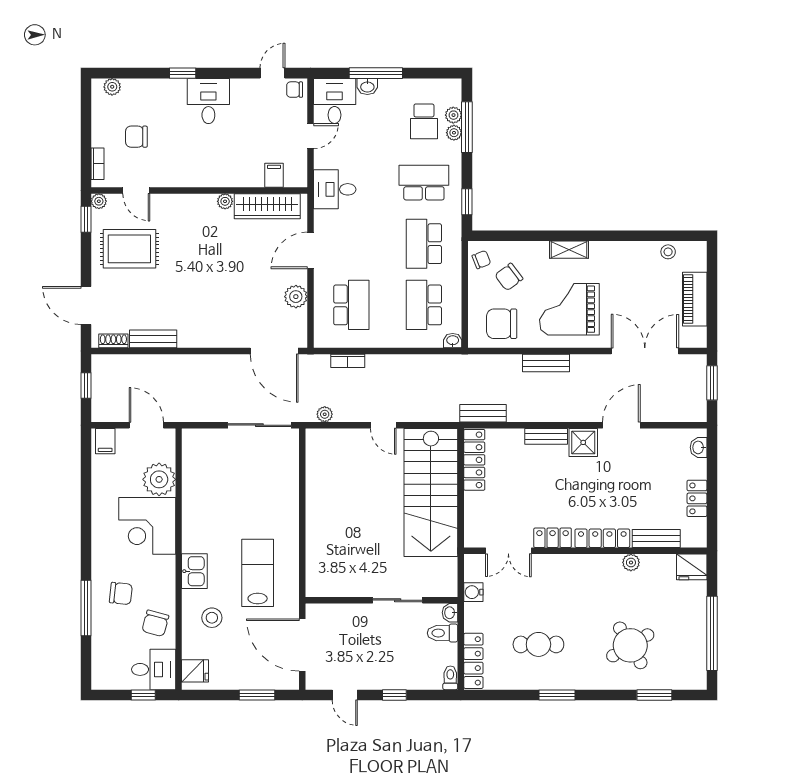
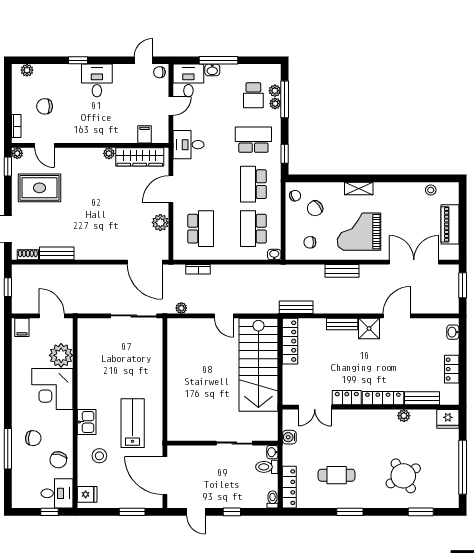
chair: (502, 324) -> (310, 242), width x0.54, depth x0.54

